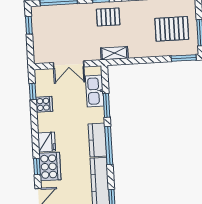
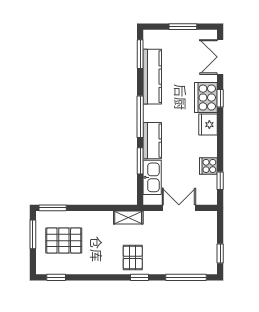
pallet: (108, 17) -> (133, 257), turned 90
kitchen counter: (97, 140) -> (152, 141), moved

